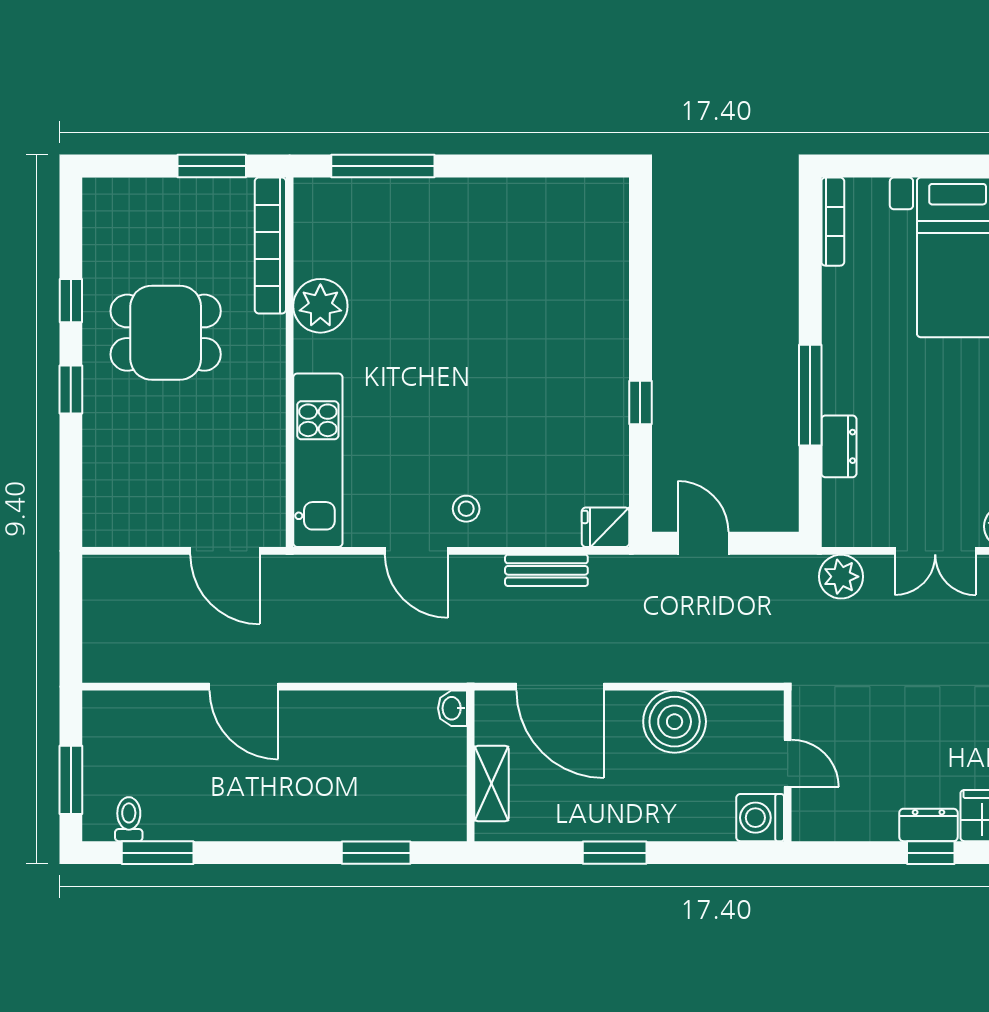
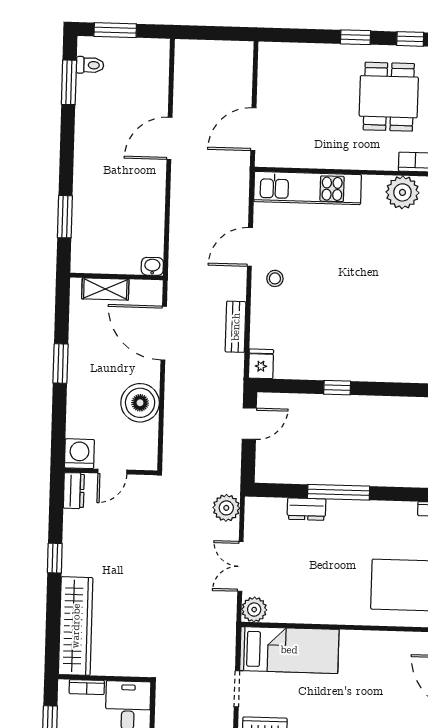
door: (560, 687) -> (164, 333), hinge flipped
dresser: (928, 825) -> (74, 491), moved

